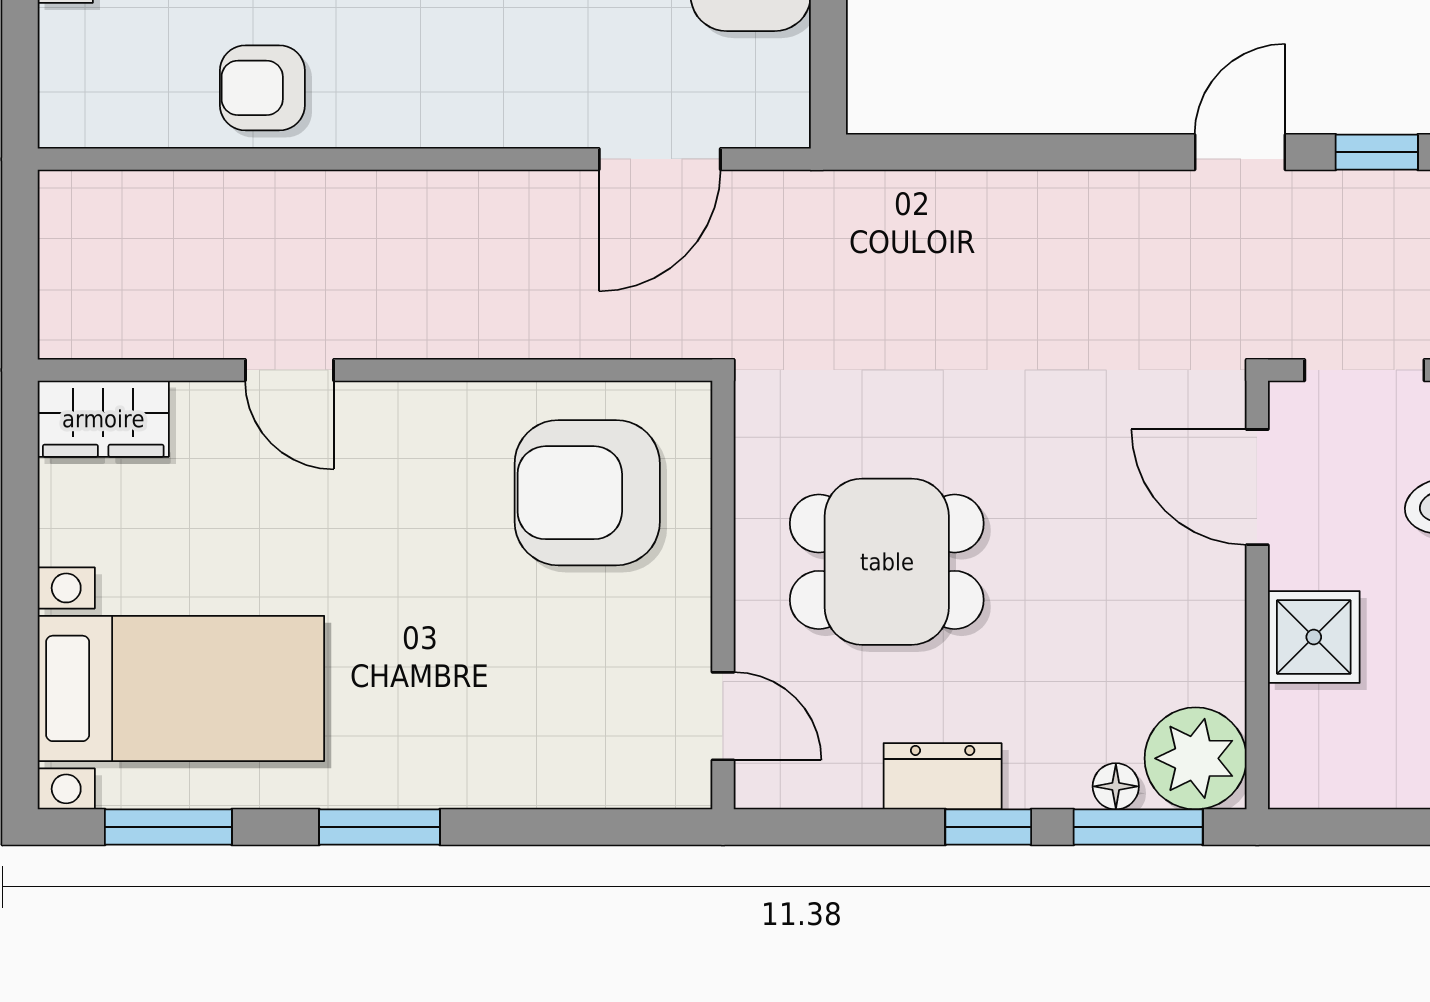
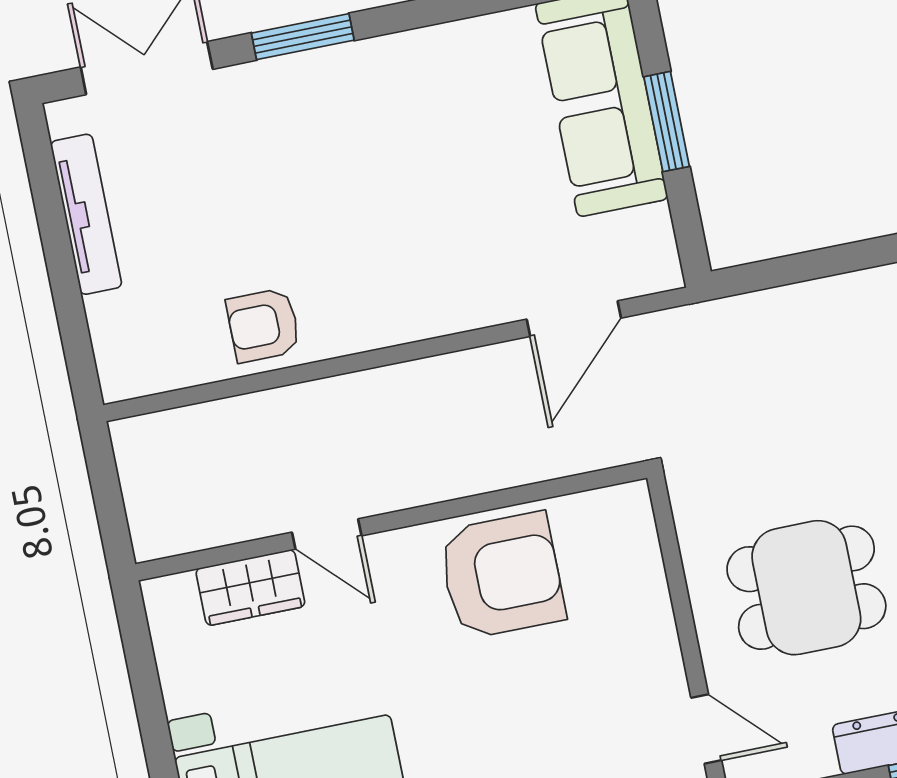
wardrobe: (103, 419) -> (250, 588), moved
armchair: (587, 493) -> (502, 576), moved, turned 180

